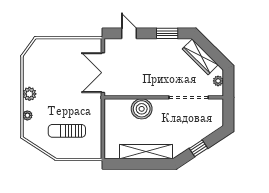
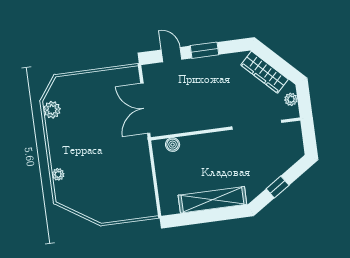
window: (167, 33) -> (204, 50), moved
plant: (29, 94) -> (52, 110), moved
boiler: (142, 109) -> (173, 145), moved, width x0.54, depth x0.54
sun lounger: (67, 131) -> (110, 187), removed

